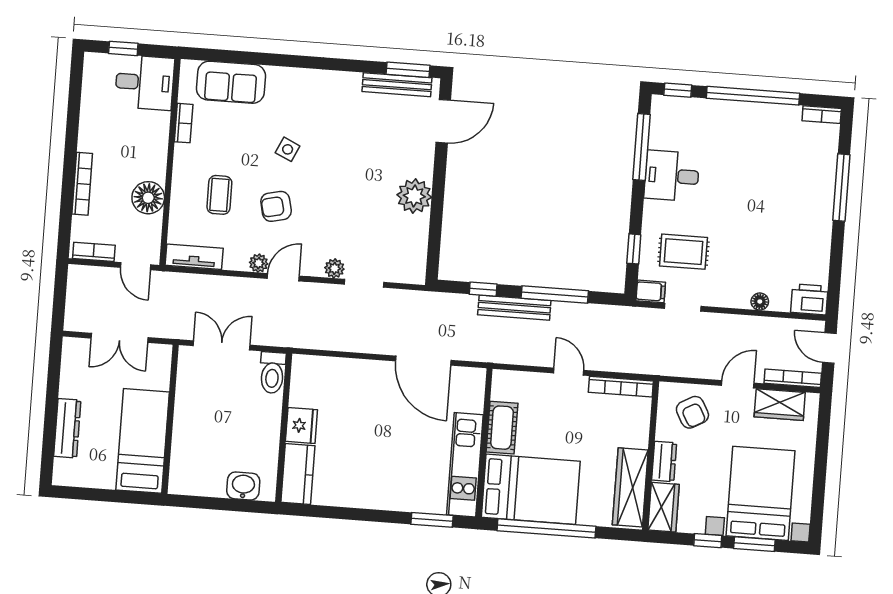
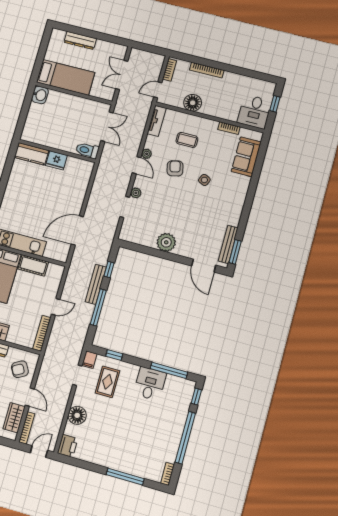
floor lamp: (760, 302) -> (77, 415), width x1.89, depth x1.89
washbasin: (243, 486) -> (40, 95), moved

